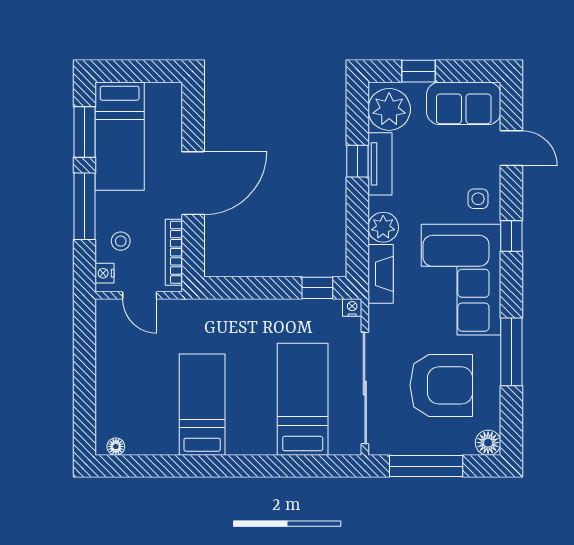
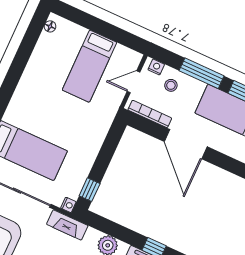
fireplace: (381, 274) -> (67, 225), moved
bed: (202, 405) -> (89, 66), moved, turned 90

